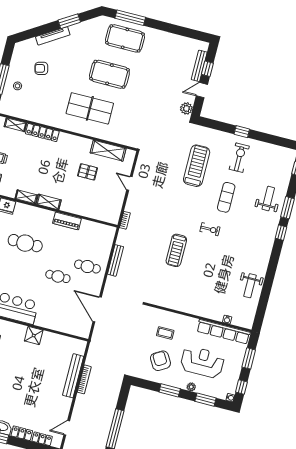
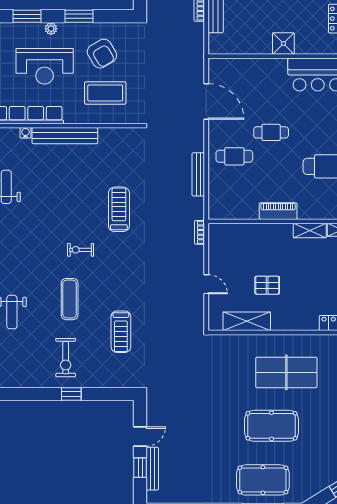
plant: (186, 108) -> (155, 406), removed
treadmill: (197, 166) -> (121, 332), width x0.73, depth x0.73
bench: (201, 311) -> (65, 136), added
coffee table: (165, 333) -> (105, 93), width x1.86, depth x1.72

